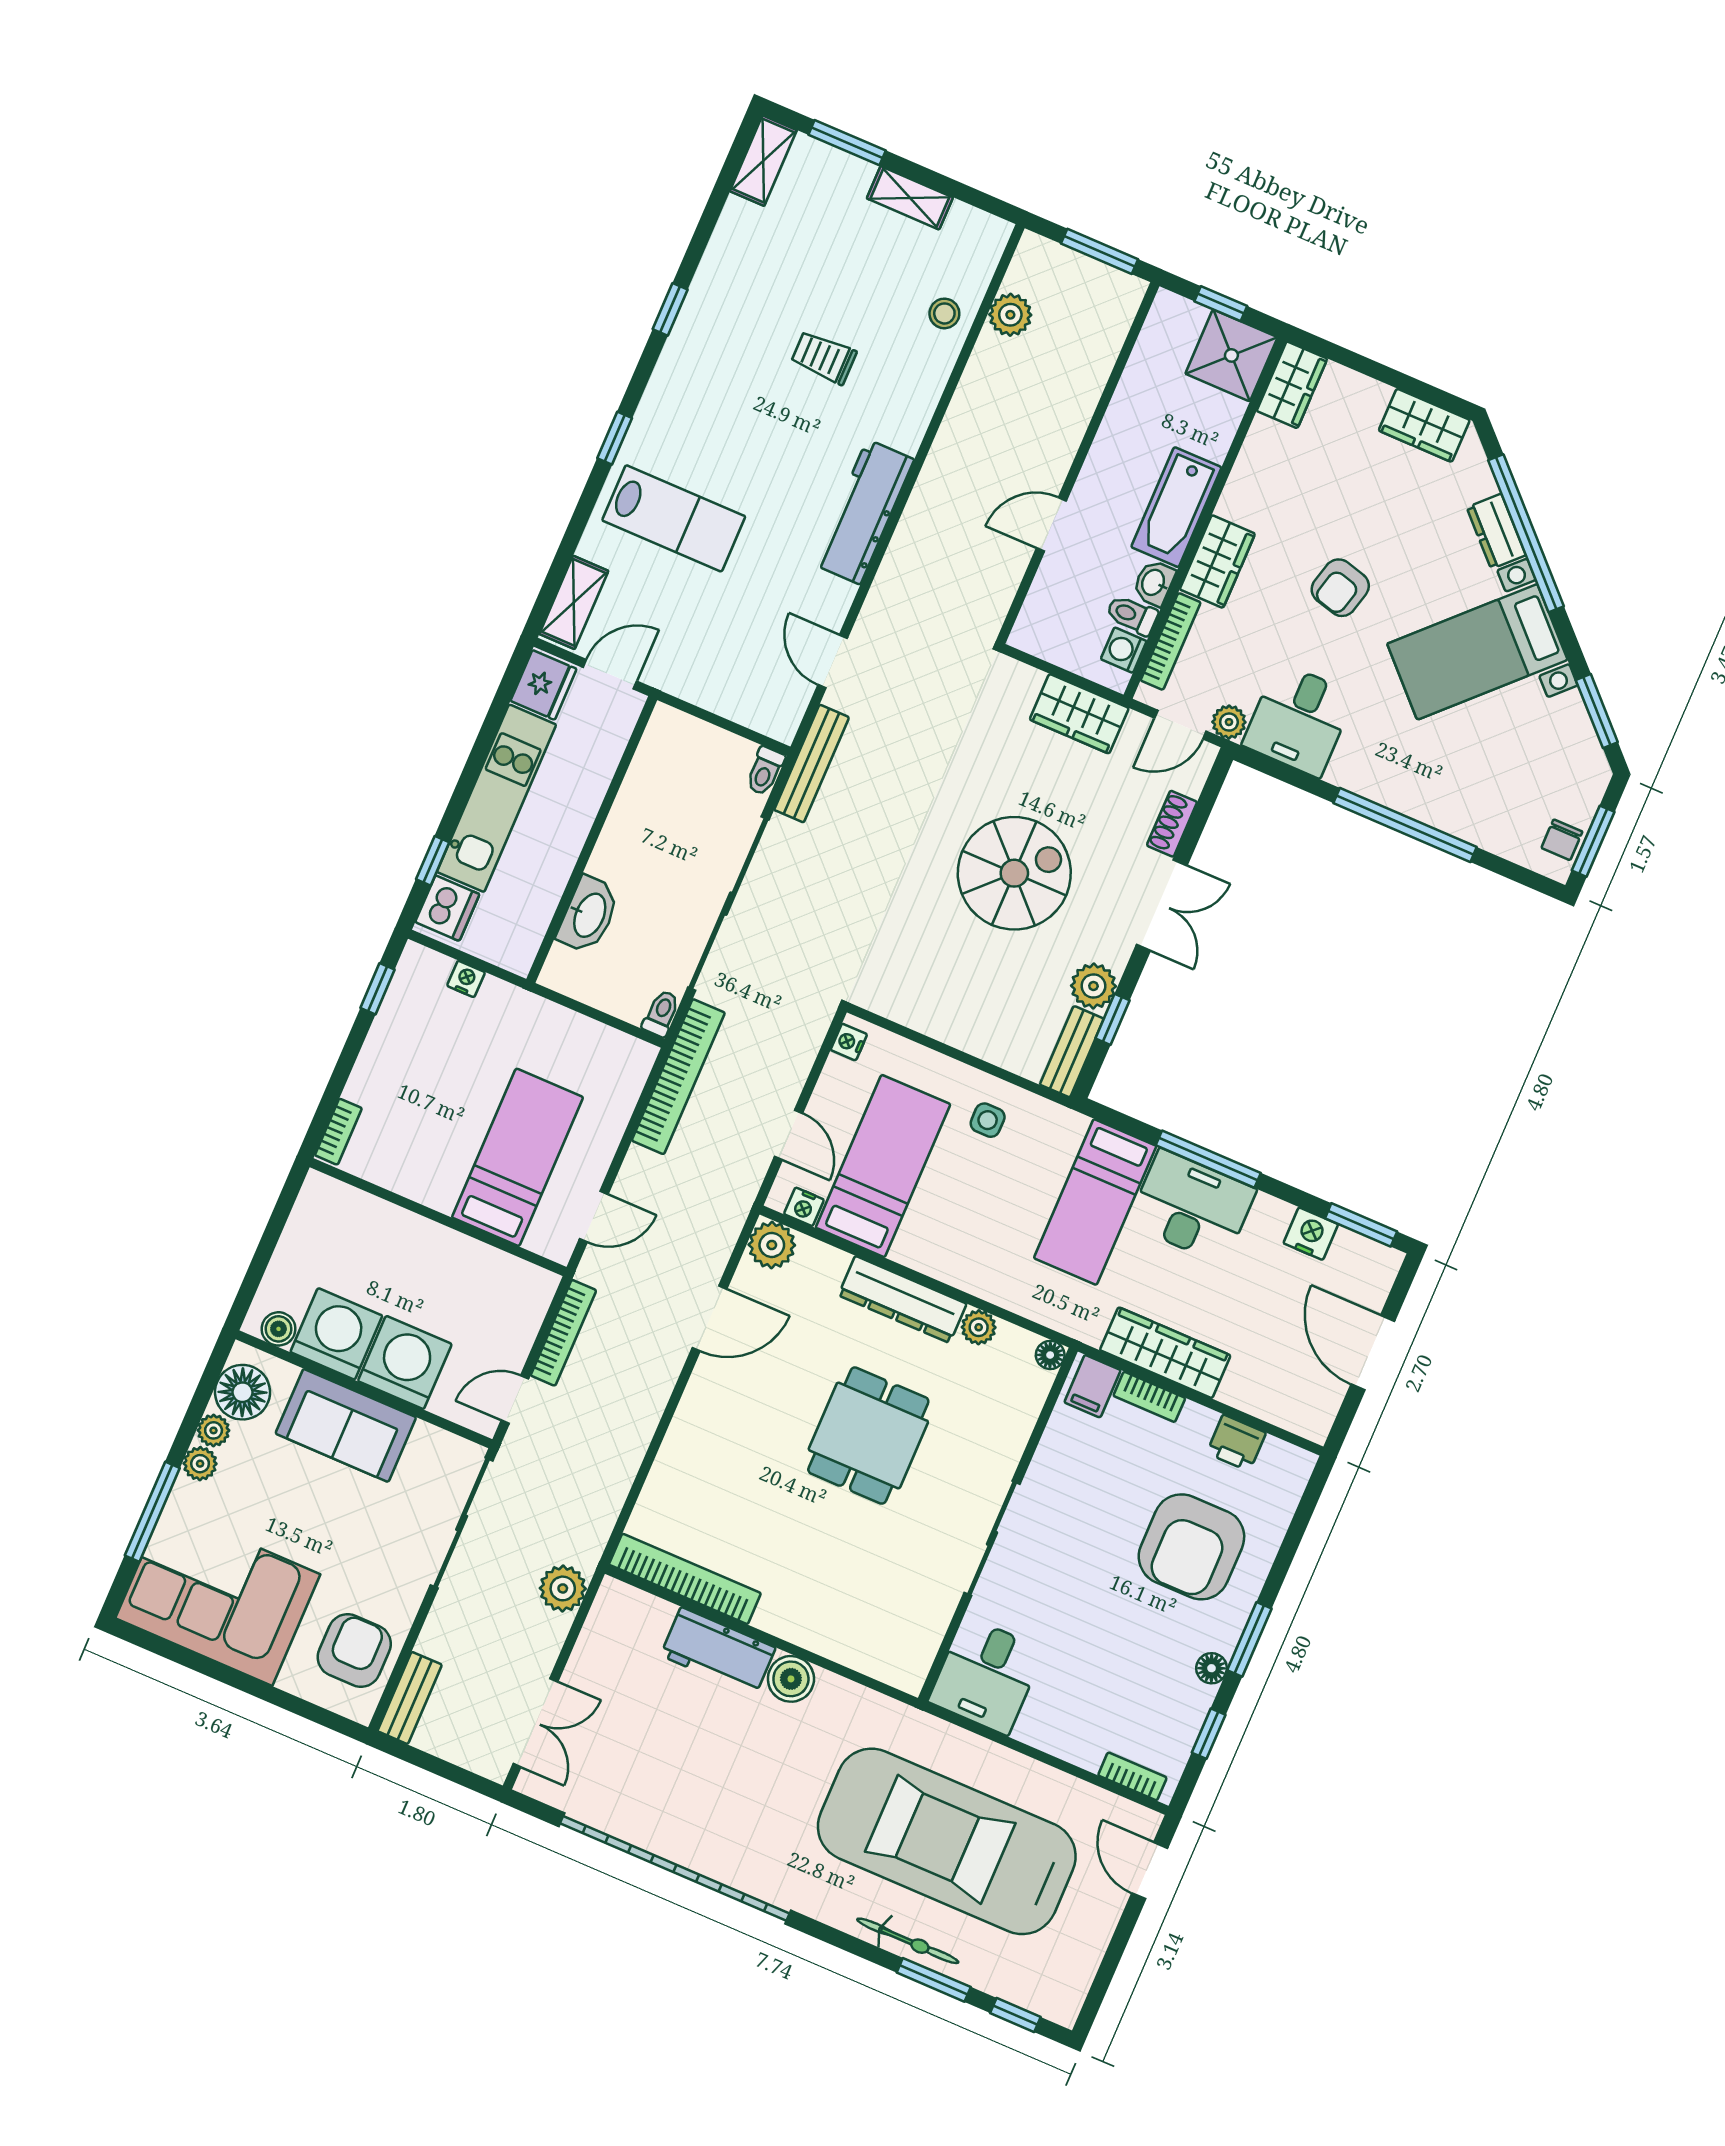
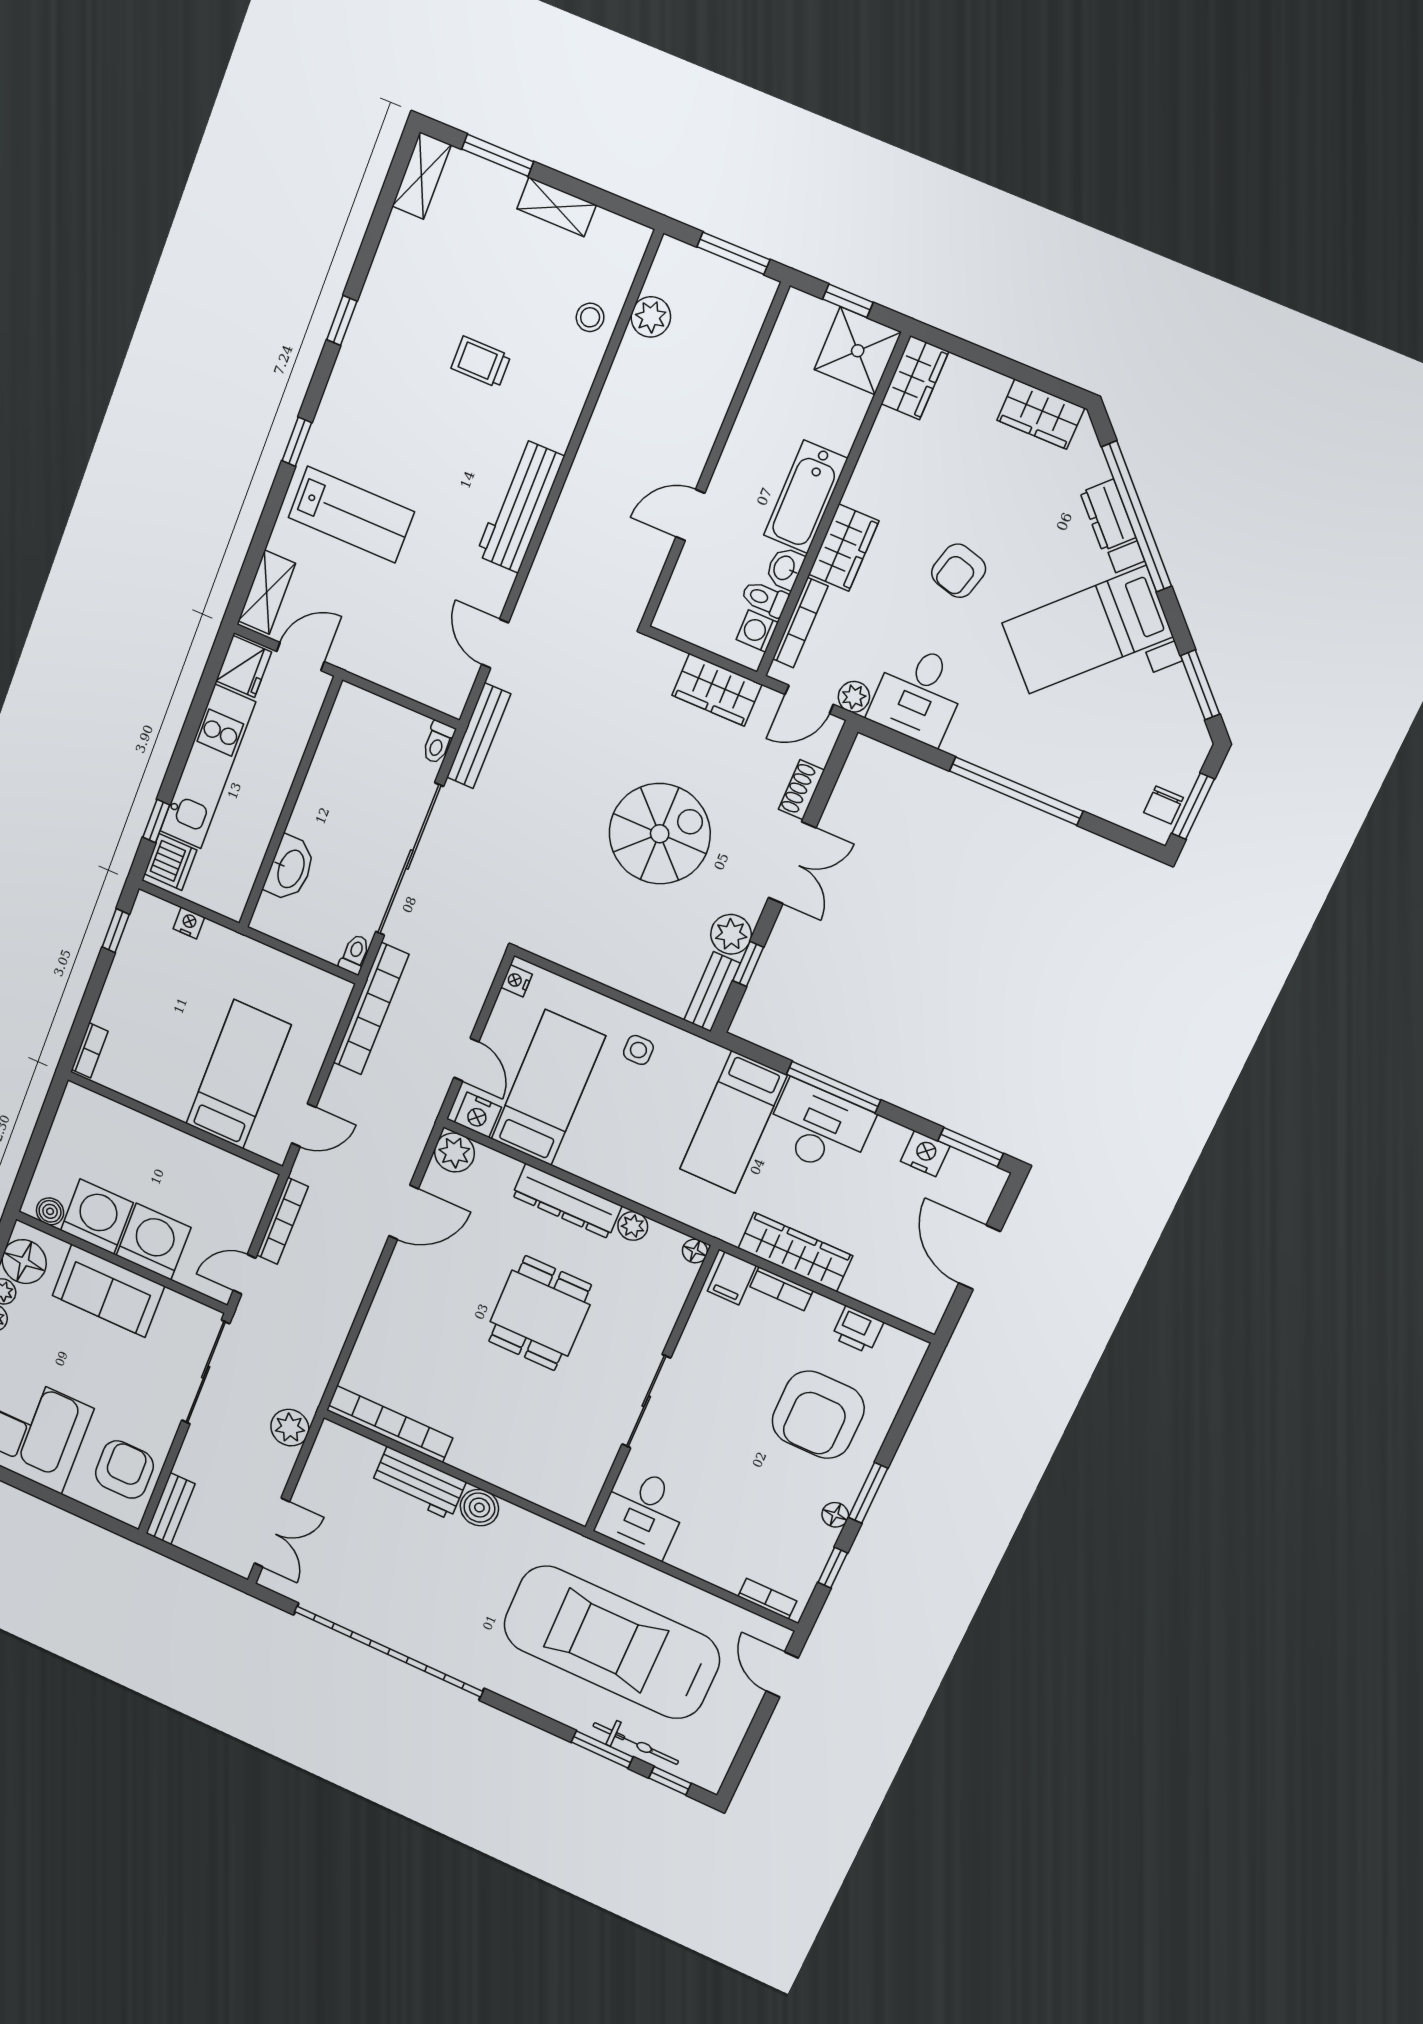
nightstand: (804, 1207) -> (478, 1115), width x1.39, depth x1.35
bicycle: (908, 1941) -> (636, 1744), moved

